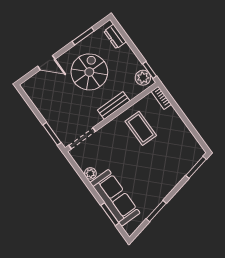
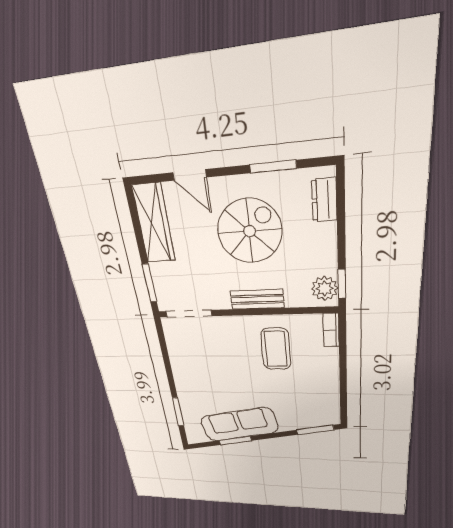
wardrobe: (39, 98) -> (154, 224), added
plant: (90, 173) -> (177, 359), removed
sofa: (115, 198) -> (239, 424), moved, turned -102

